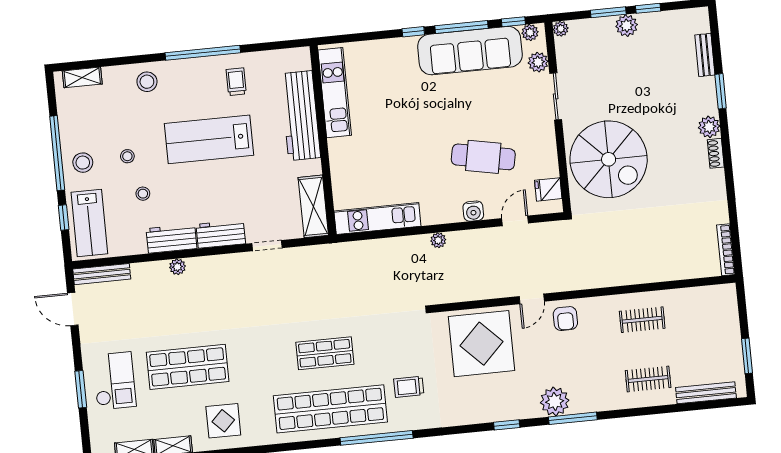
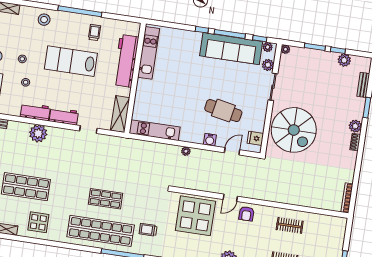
plant: (627, 26) -> (344, 60), moved
plant: (177, 267) -> (38, 133), width x1.88, depth x1.88

